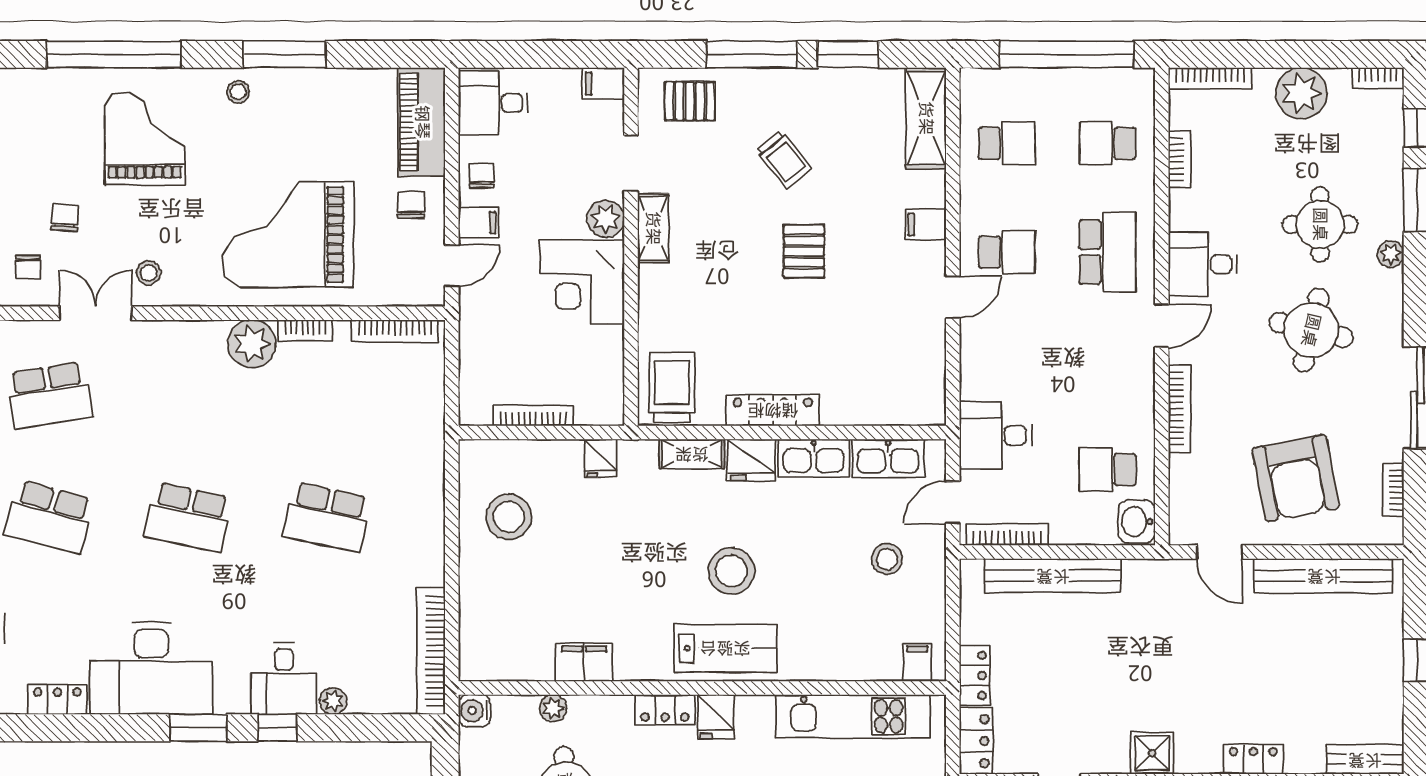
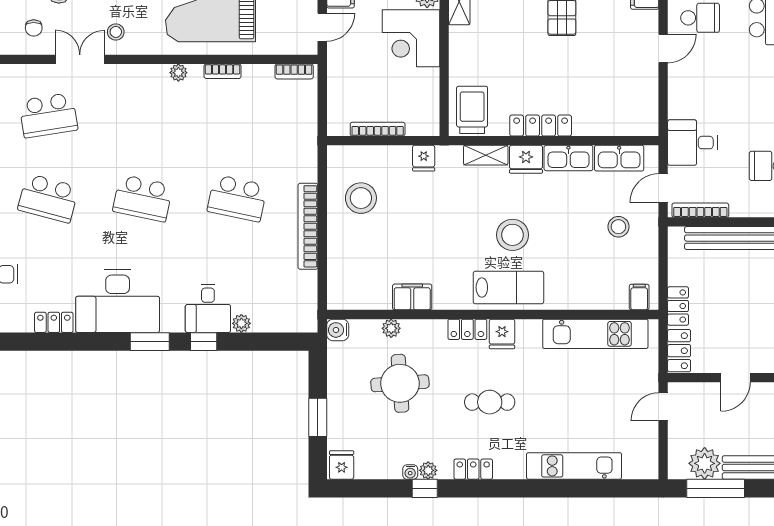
bookcase: (395, 331) -> (294, 71), width x0.64
plant: (252, 344) -> (178, 73), width x0.53, depth x0.53
bookcase: (431, 651) -> (308, 226), moved

